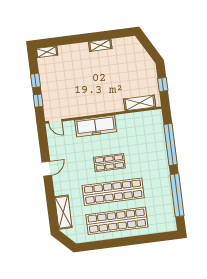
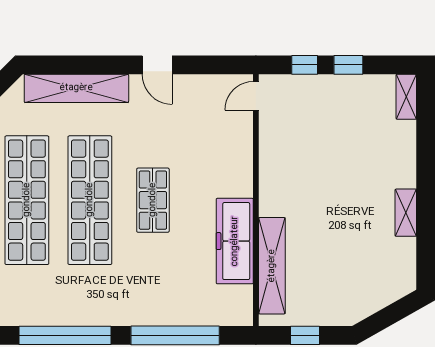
shelving: (140, 103) -> (272, 266), width x1.47
freezer: (96, 126) -> (235, 241), moved
shelving: (63, 212) -> (76, 88), width x1.47

